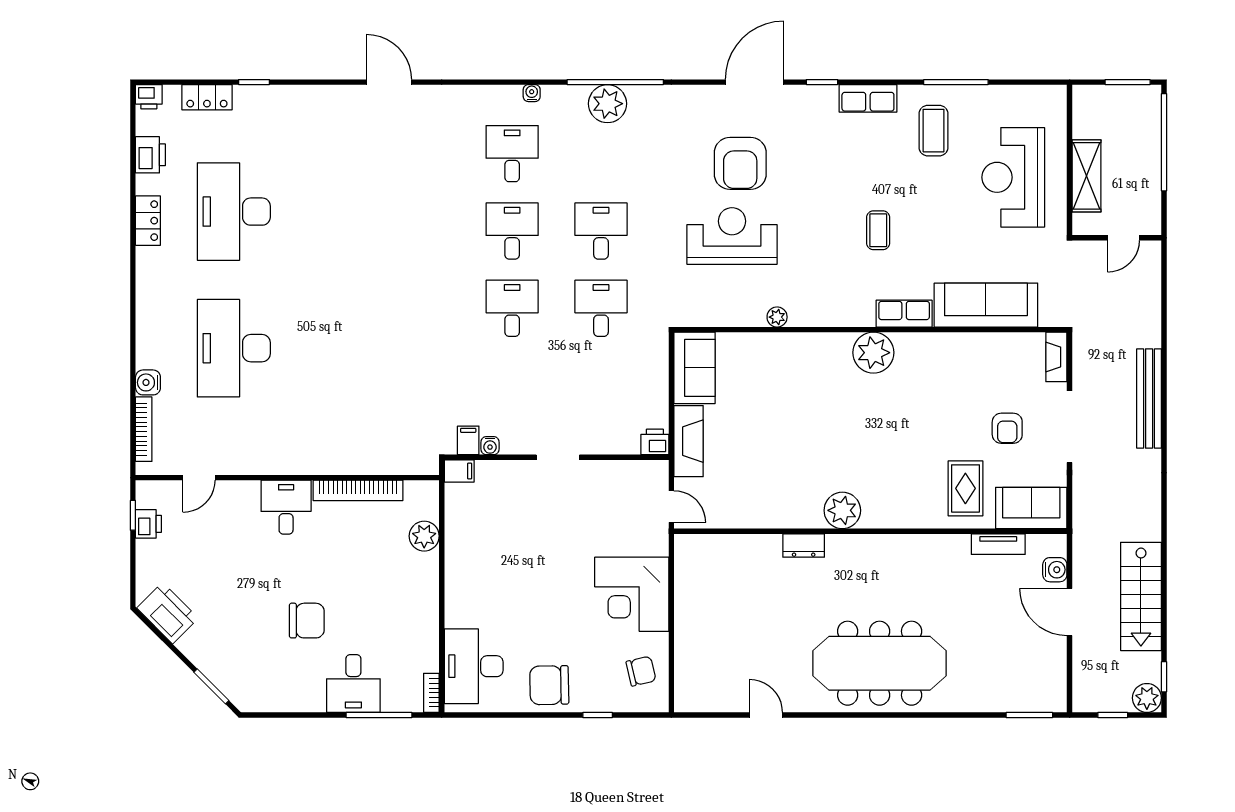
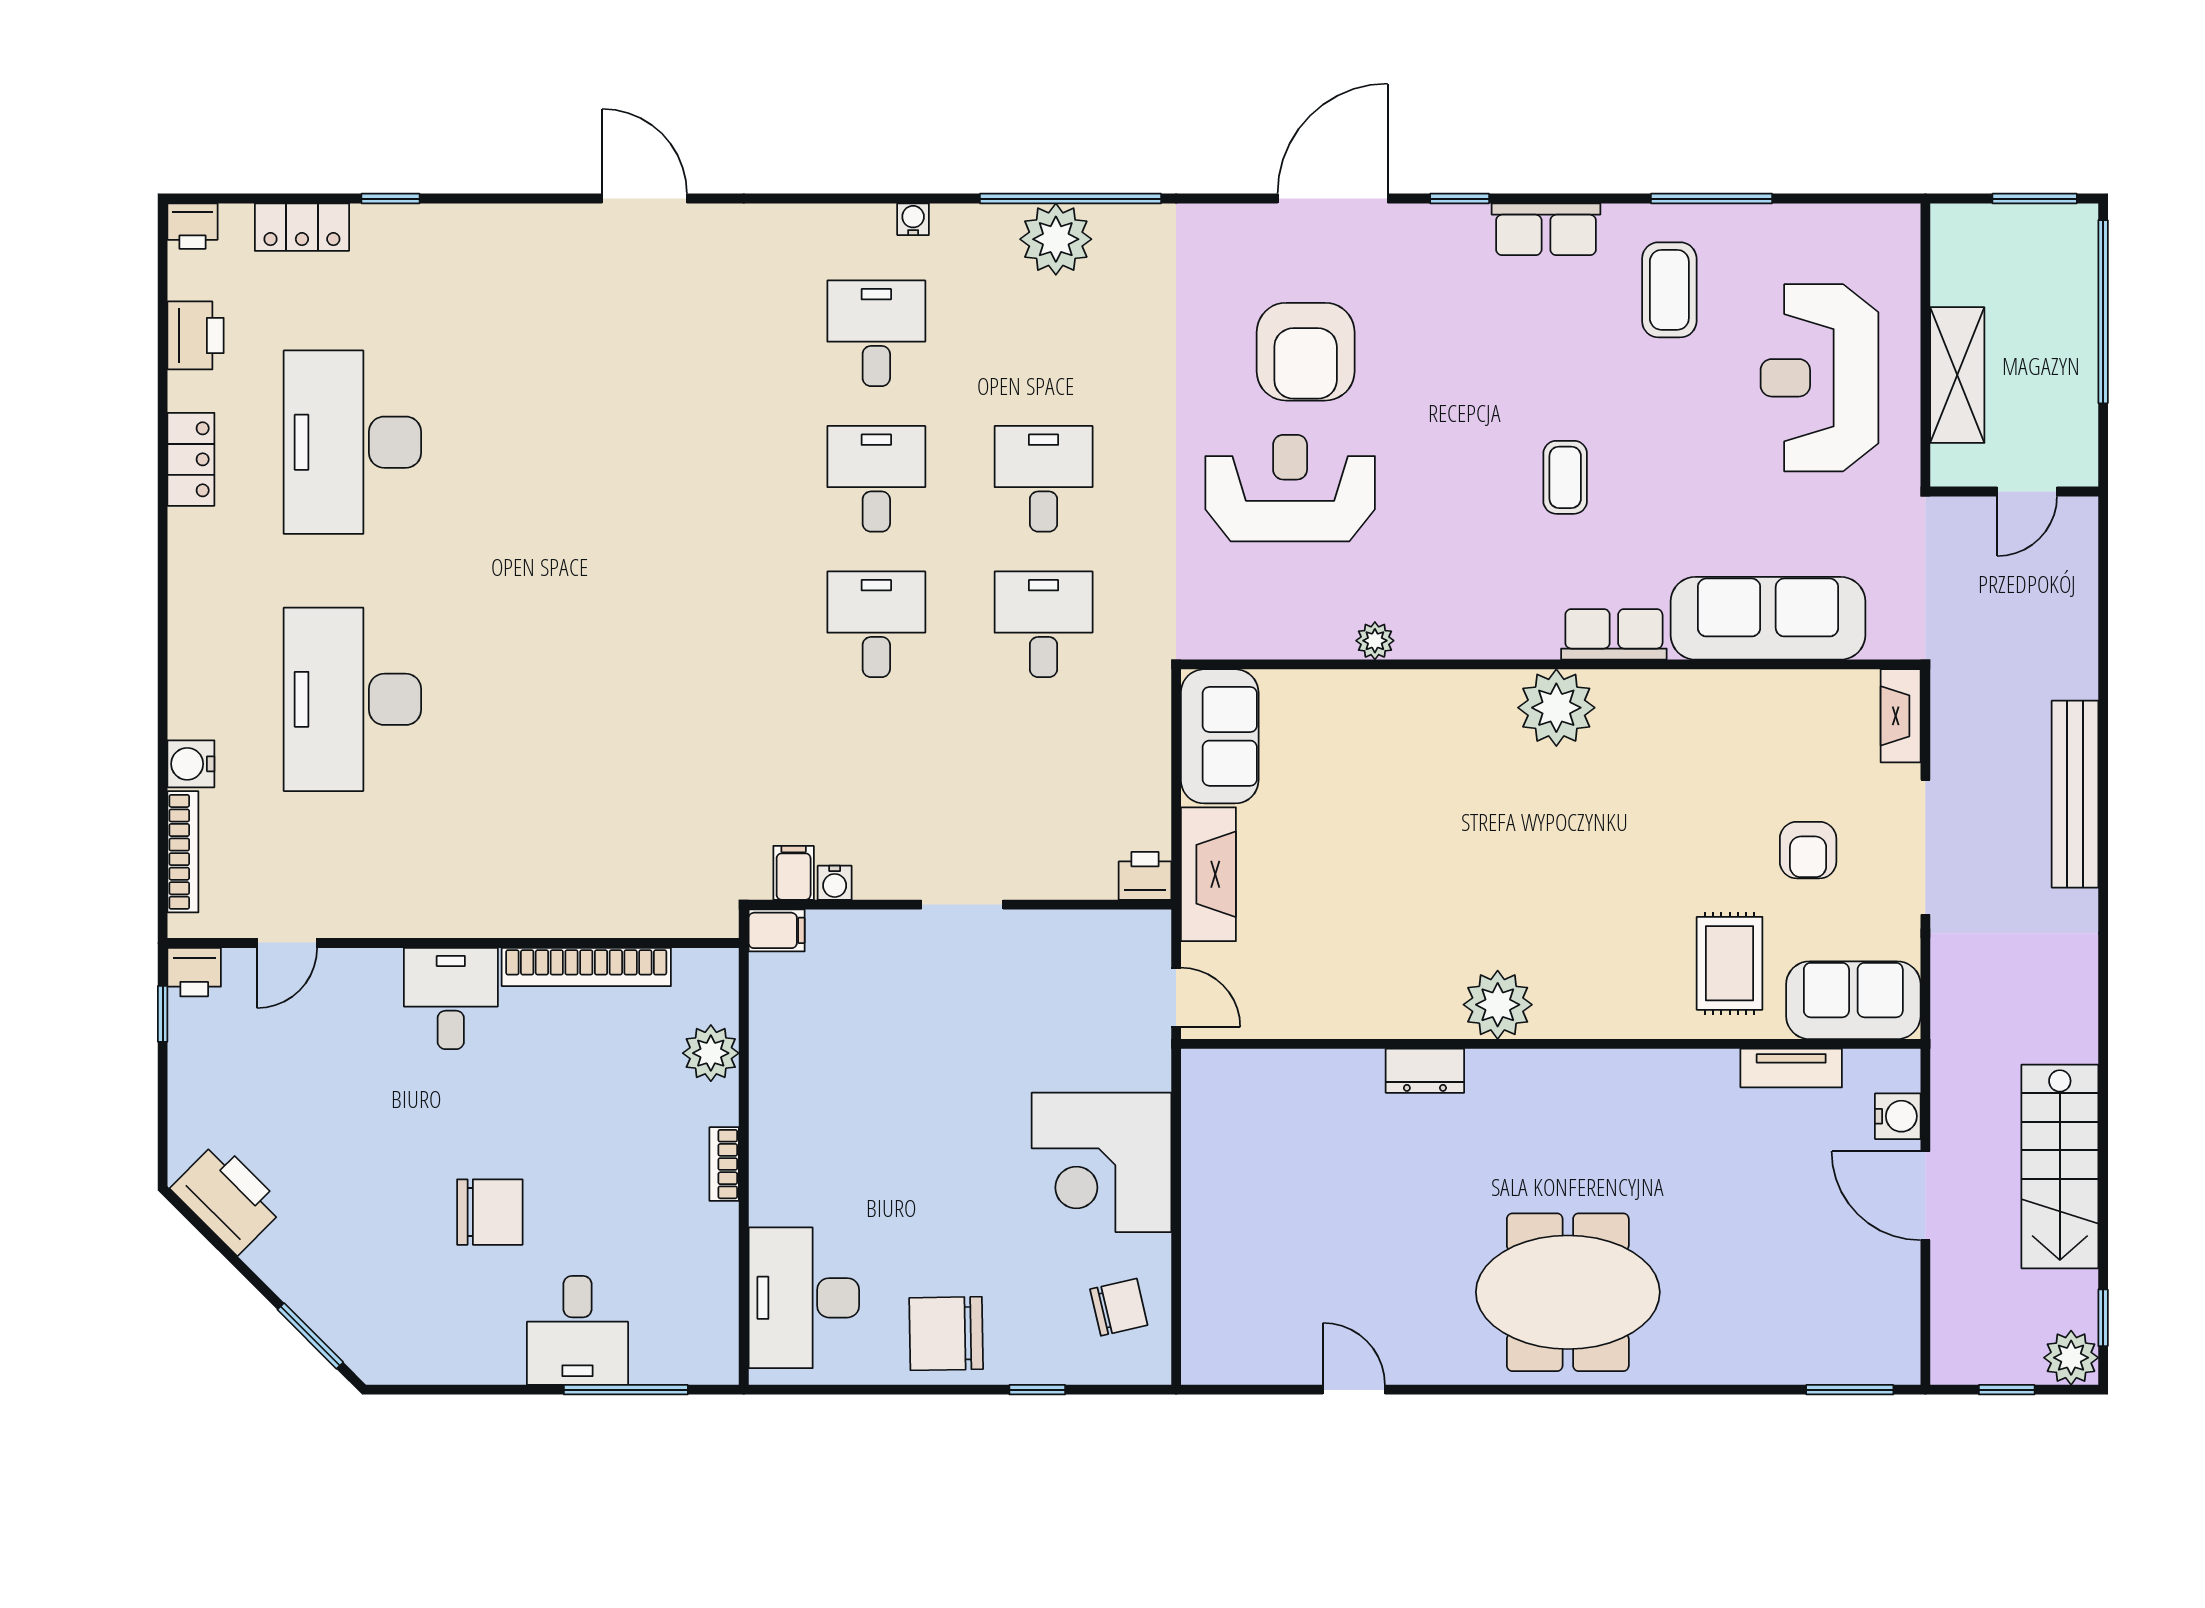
printer: (148, 524) -> (194, 972), moved, turned 90
meeting table: (880, 663) -> (1568, 1292), width x0.73
bookcase: (431, 693) -> (724, 1164), moved

